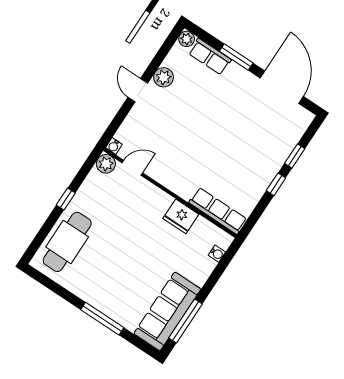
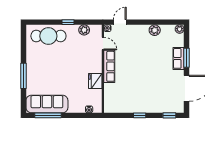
row of seats: (210, 57) -> (179, 58), moved
door: (138, 90) -> (120, 22), moved
window: (295, 156) -> (169, 115), moved
plant: (106, 164) -> (84, 30), moved
row of seats: (218, 211) -> (109, 66), moved

